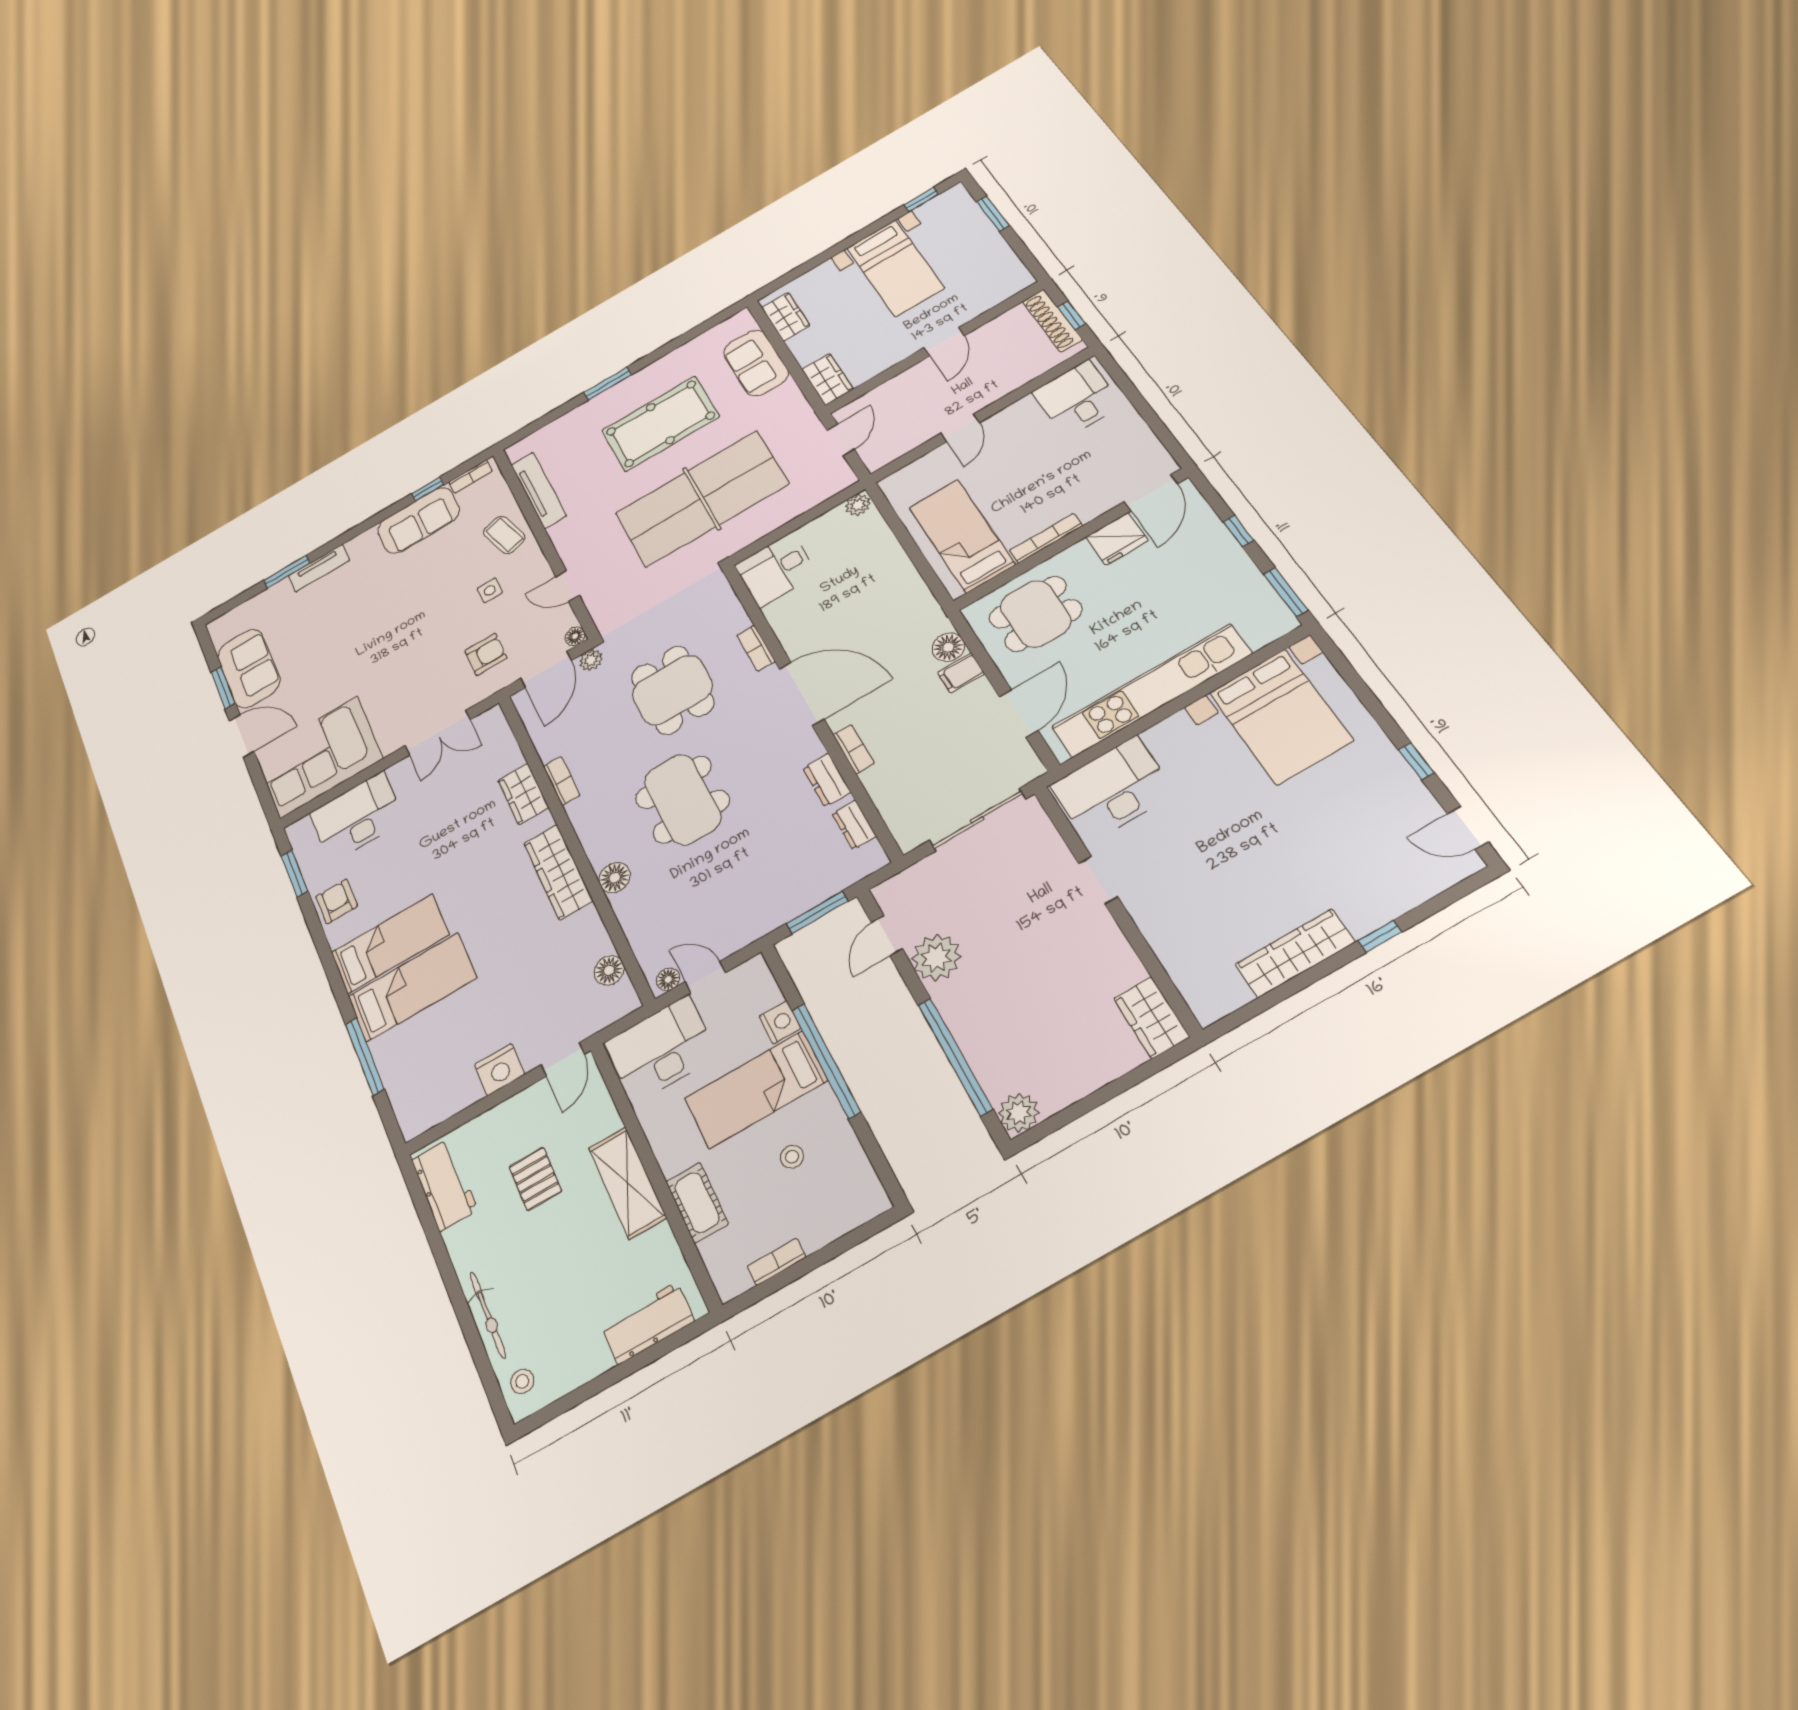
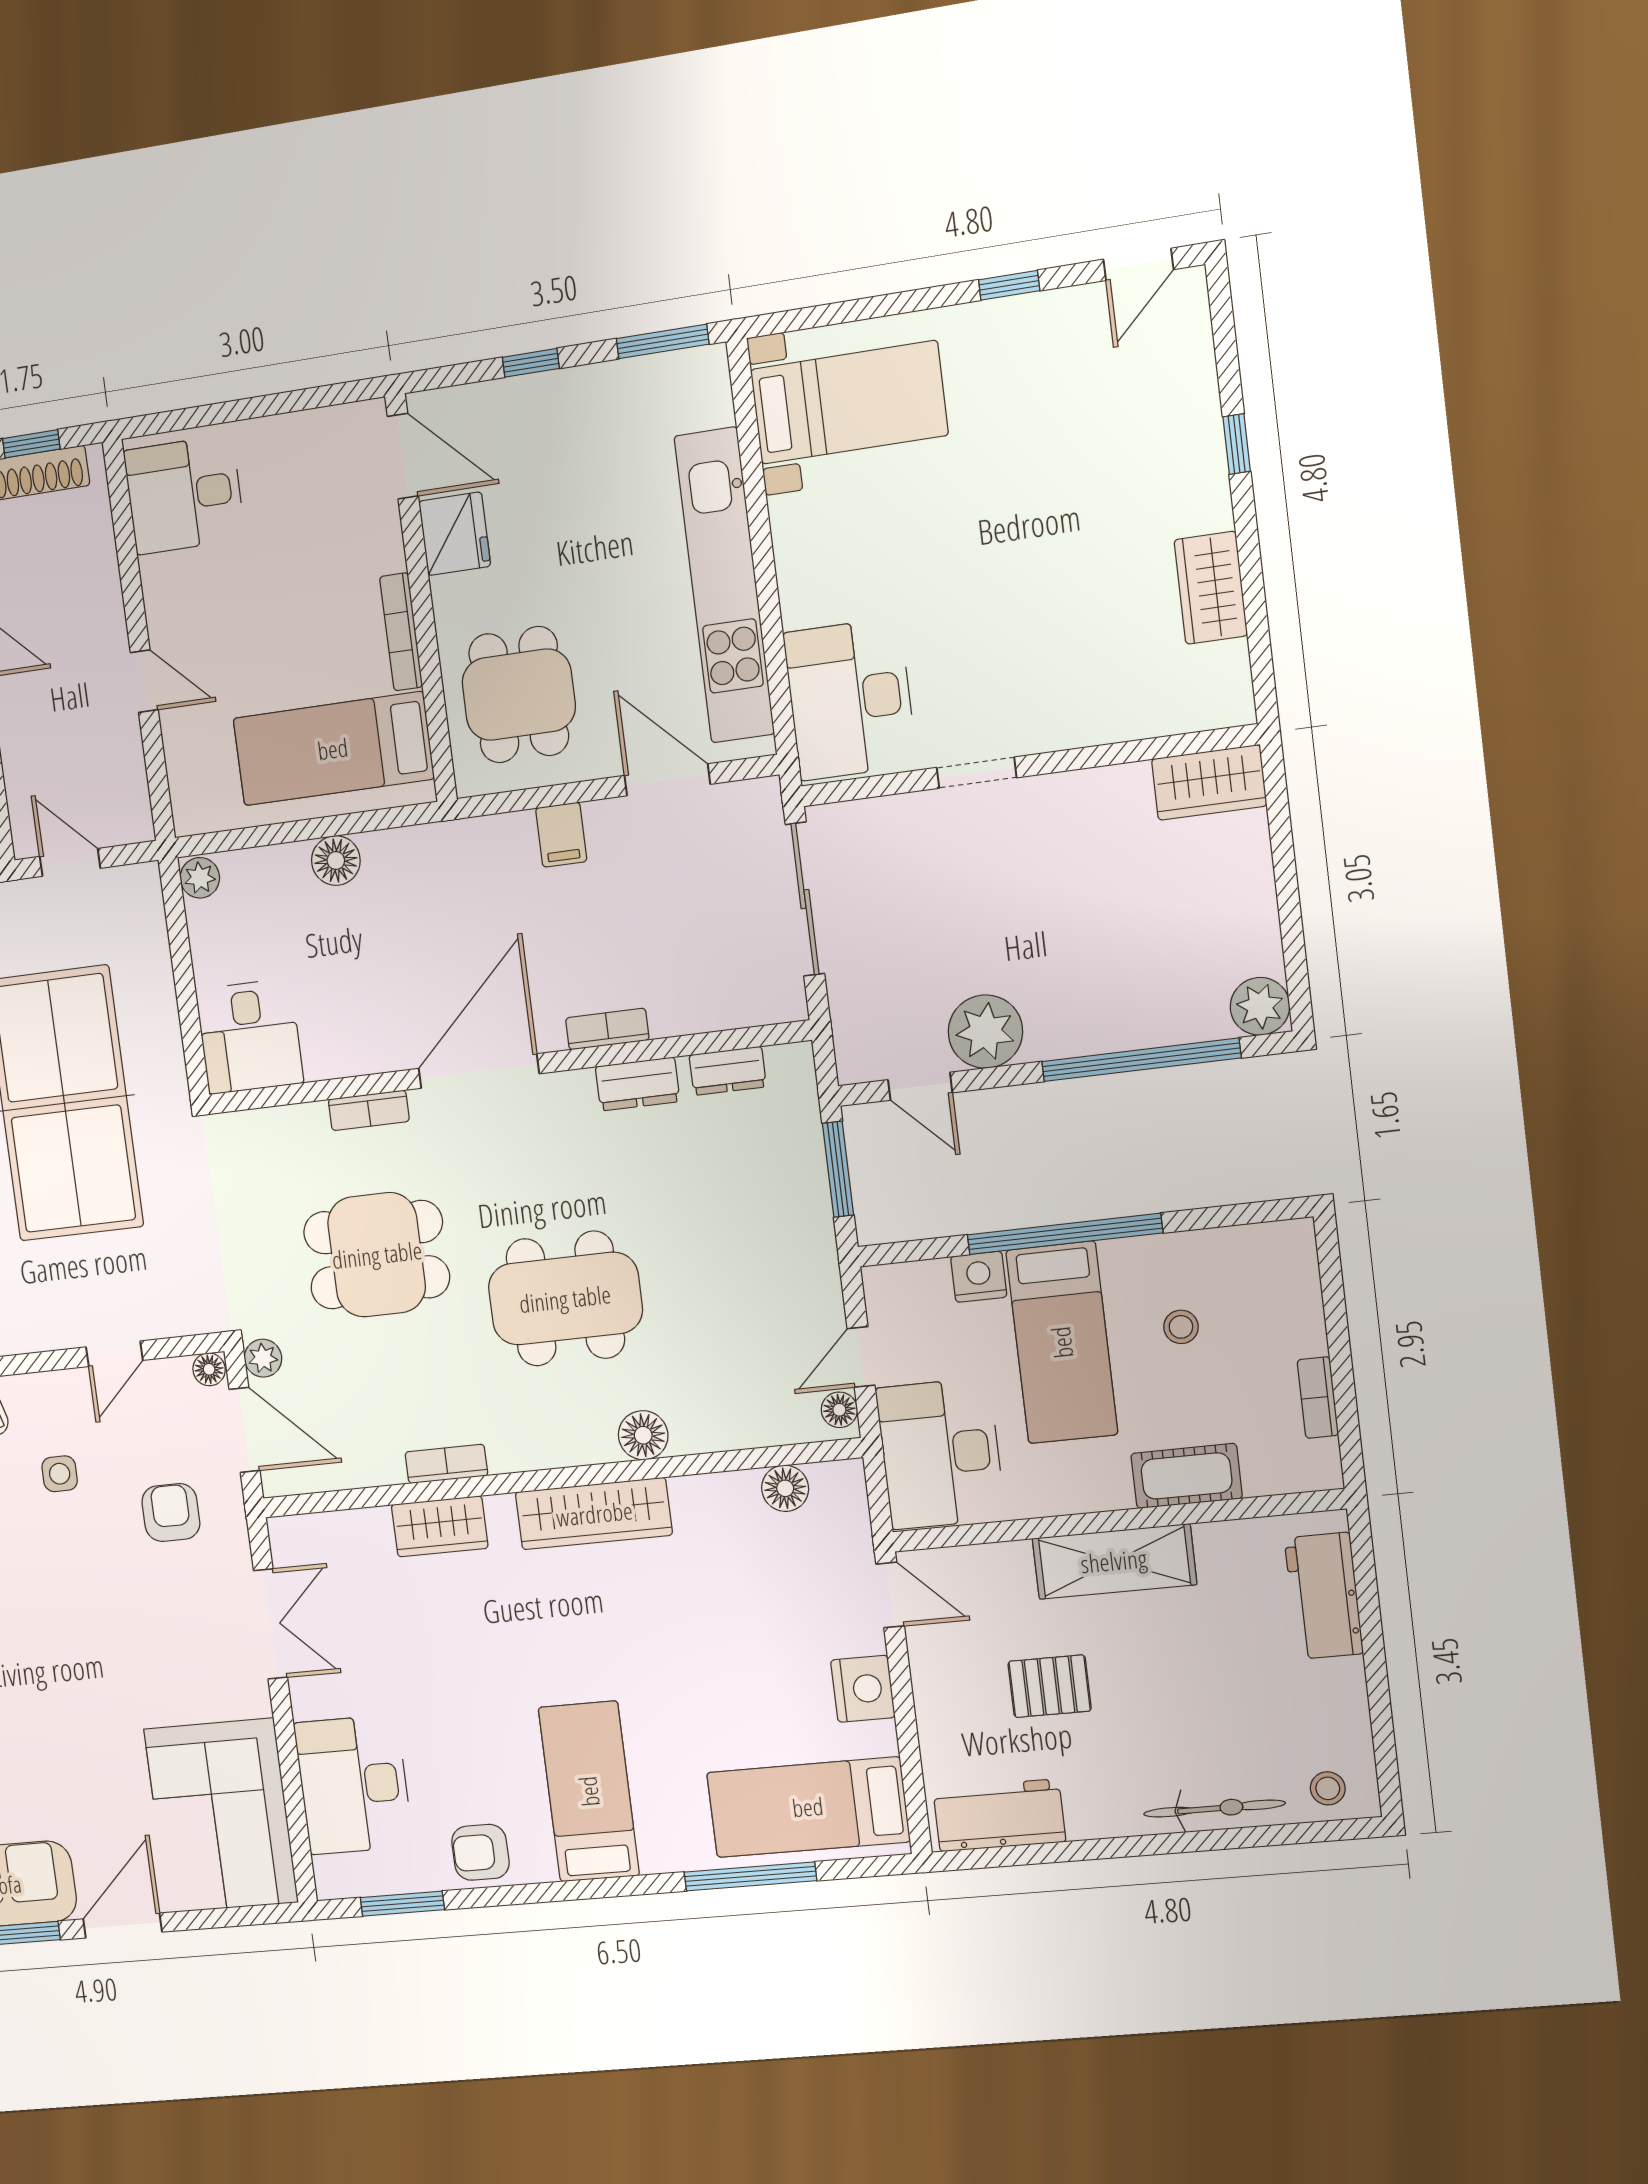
floor lamp: (948, 647) -> (336, 861), moved
bed with nightstands: (1281, 716) -> (849, 402), width x0.73
wardrobe: (1295, 953) -> (1211, 588), width x0.67
bed: (412, 987) -> (808, 1807), moved, turned -90

